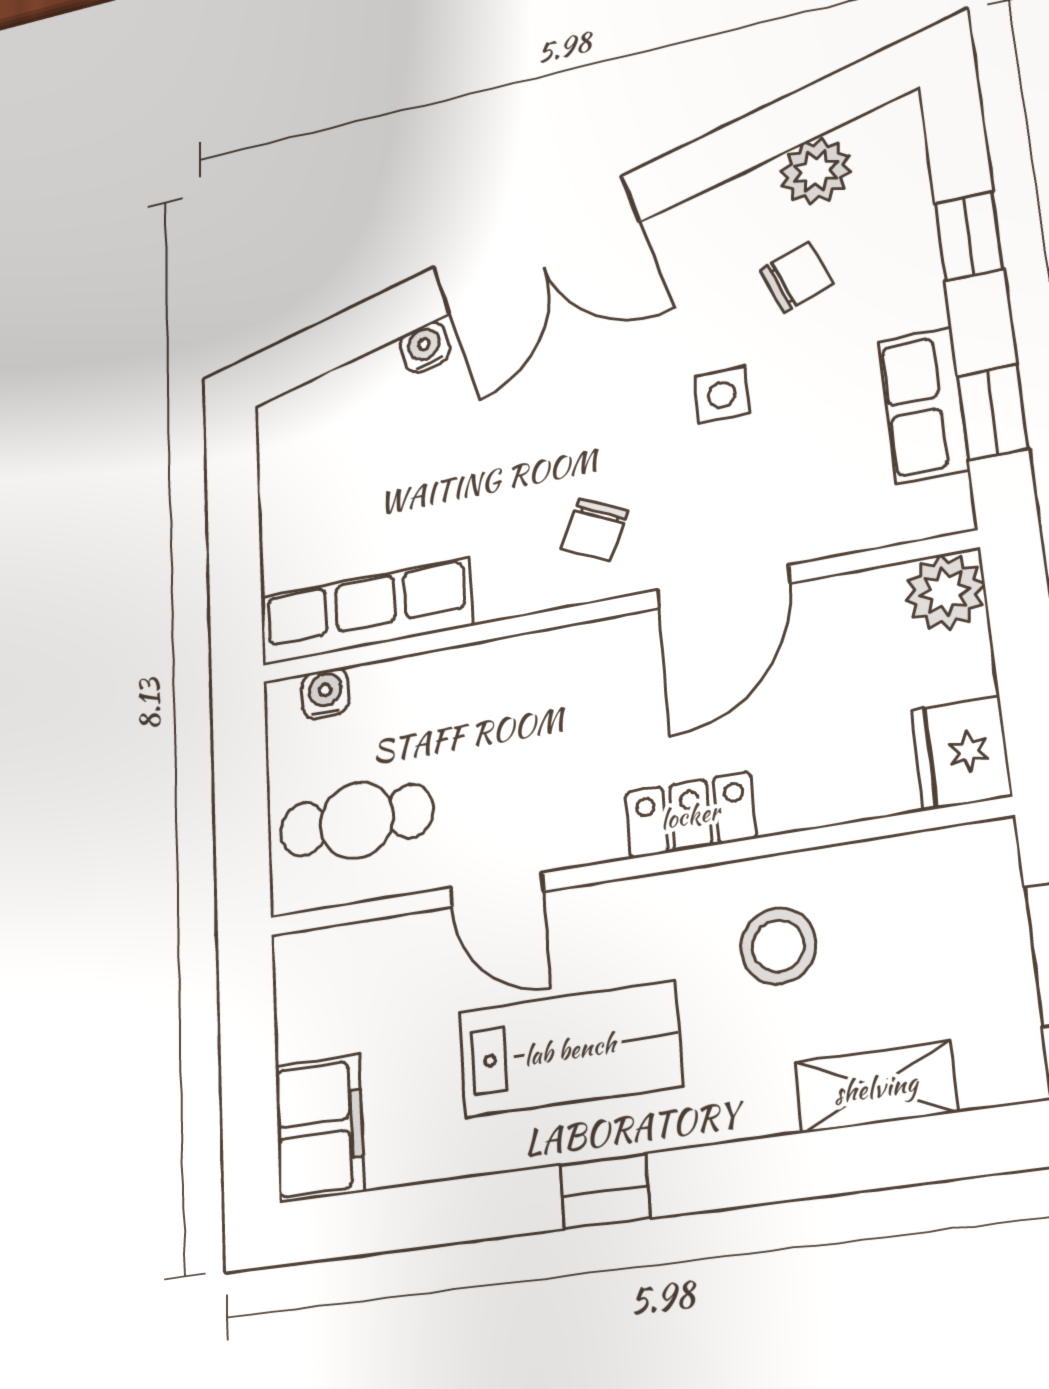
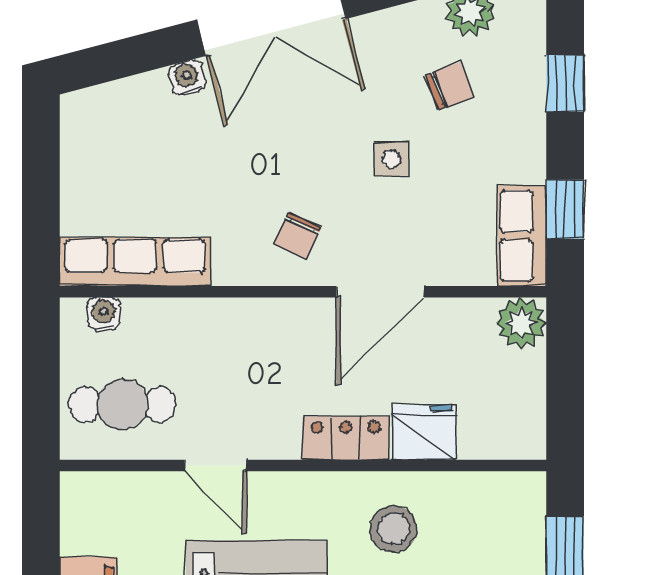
row of seats: (924, 405) -> (522, 236), moved
fridge: (961, 753) -> (424, 432), moved, turned 90

